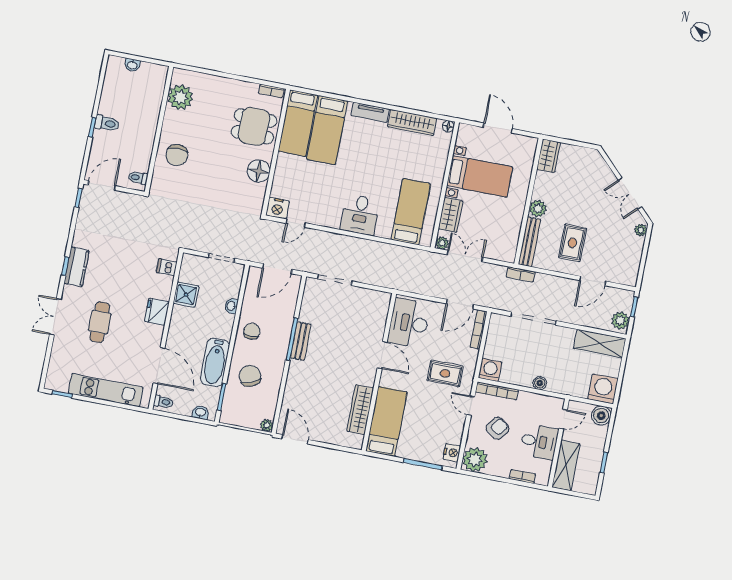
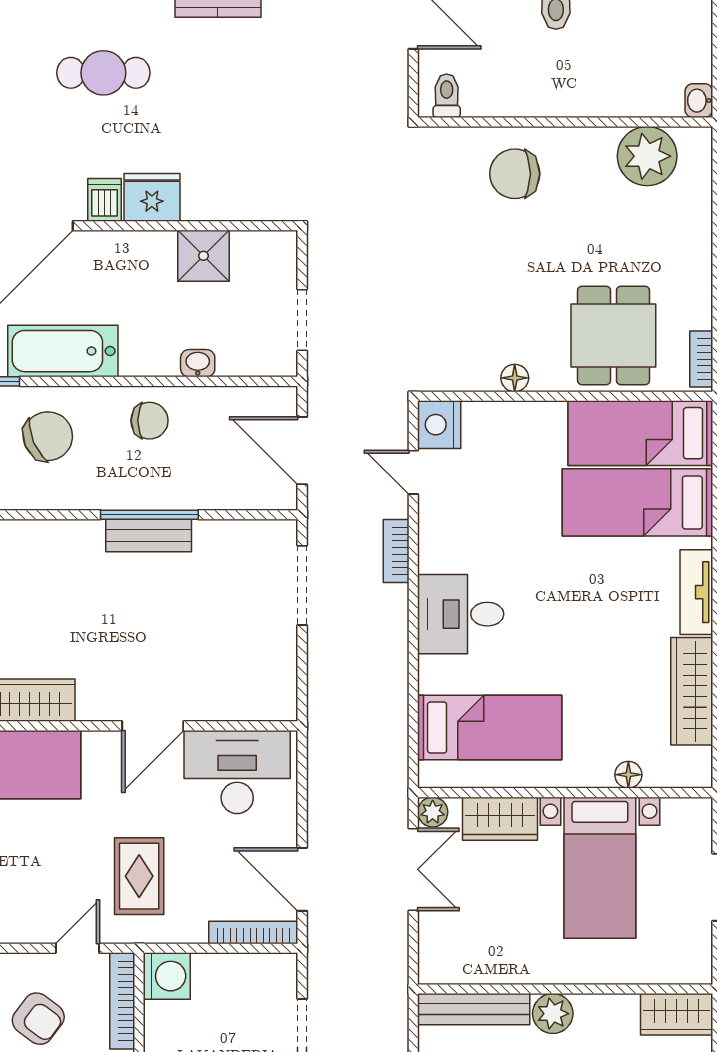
washbasin: (132, 65) -> (699, 101), moved
floor lamp: (448, 126) -> (628, 775), moved
floor lamp: (259, 171) -> (515, 378), width x0.53, depth x0.53
dishwasher: (167, 267) -> (104, 200), moved
bookcase: (521, 274) -> (396, 551), moved

